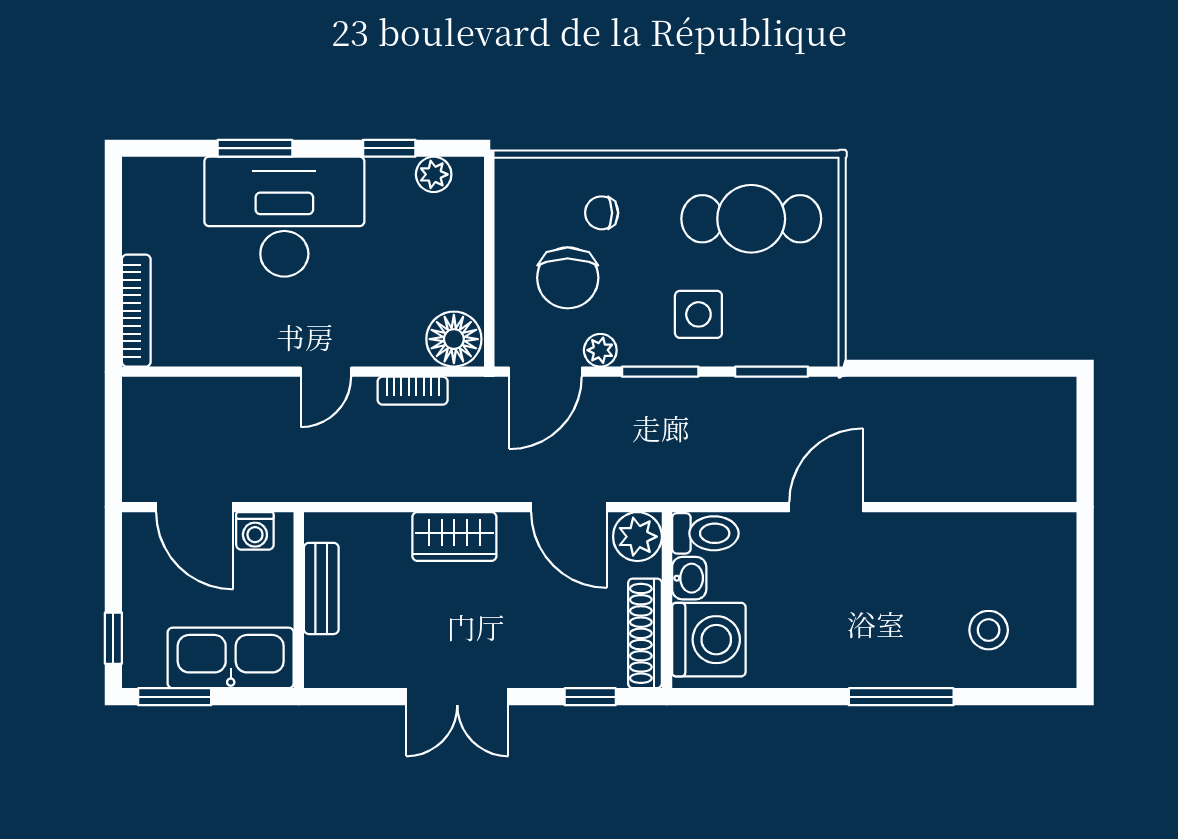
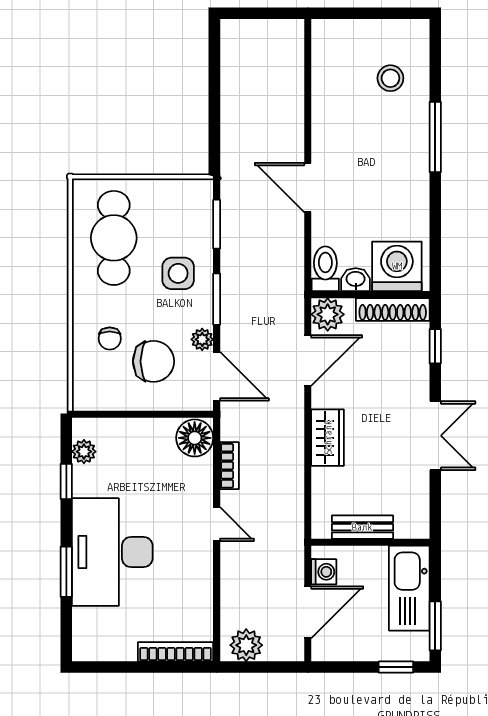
plant: (146, 416) -> (246, 645), added

